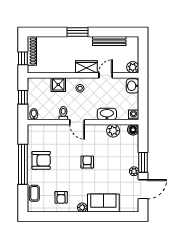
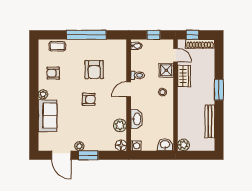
wardrobe: (86, 67) -> (184, 76), moved
door: (106, 75) -> (175, 55), moved
armchair: (41, 160) -> (94, 70), moved

